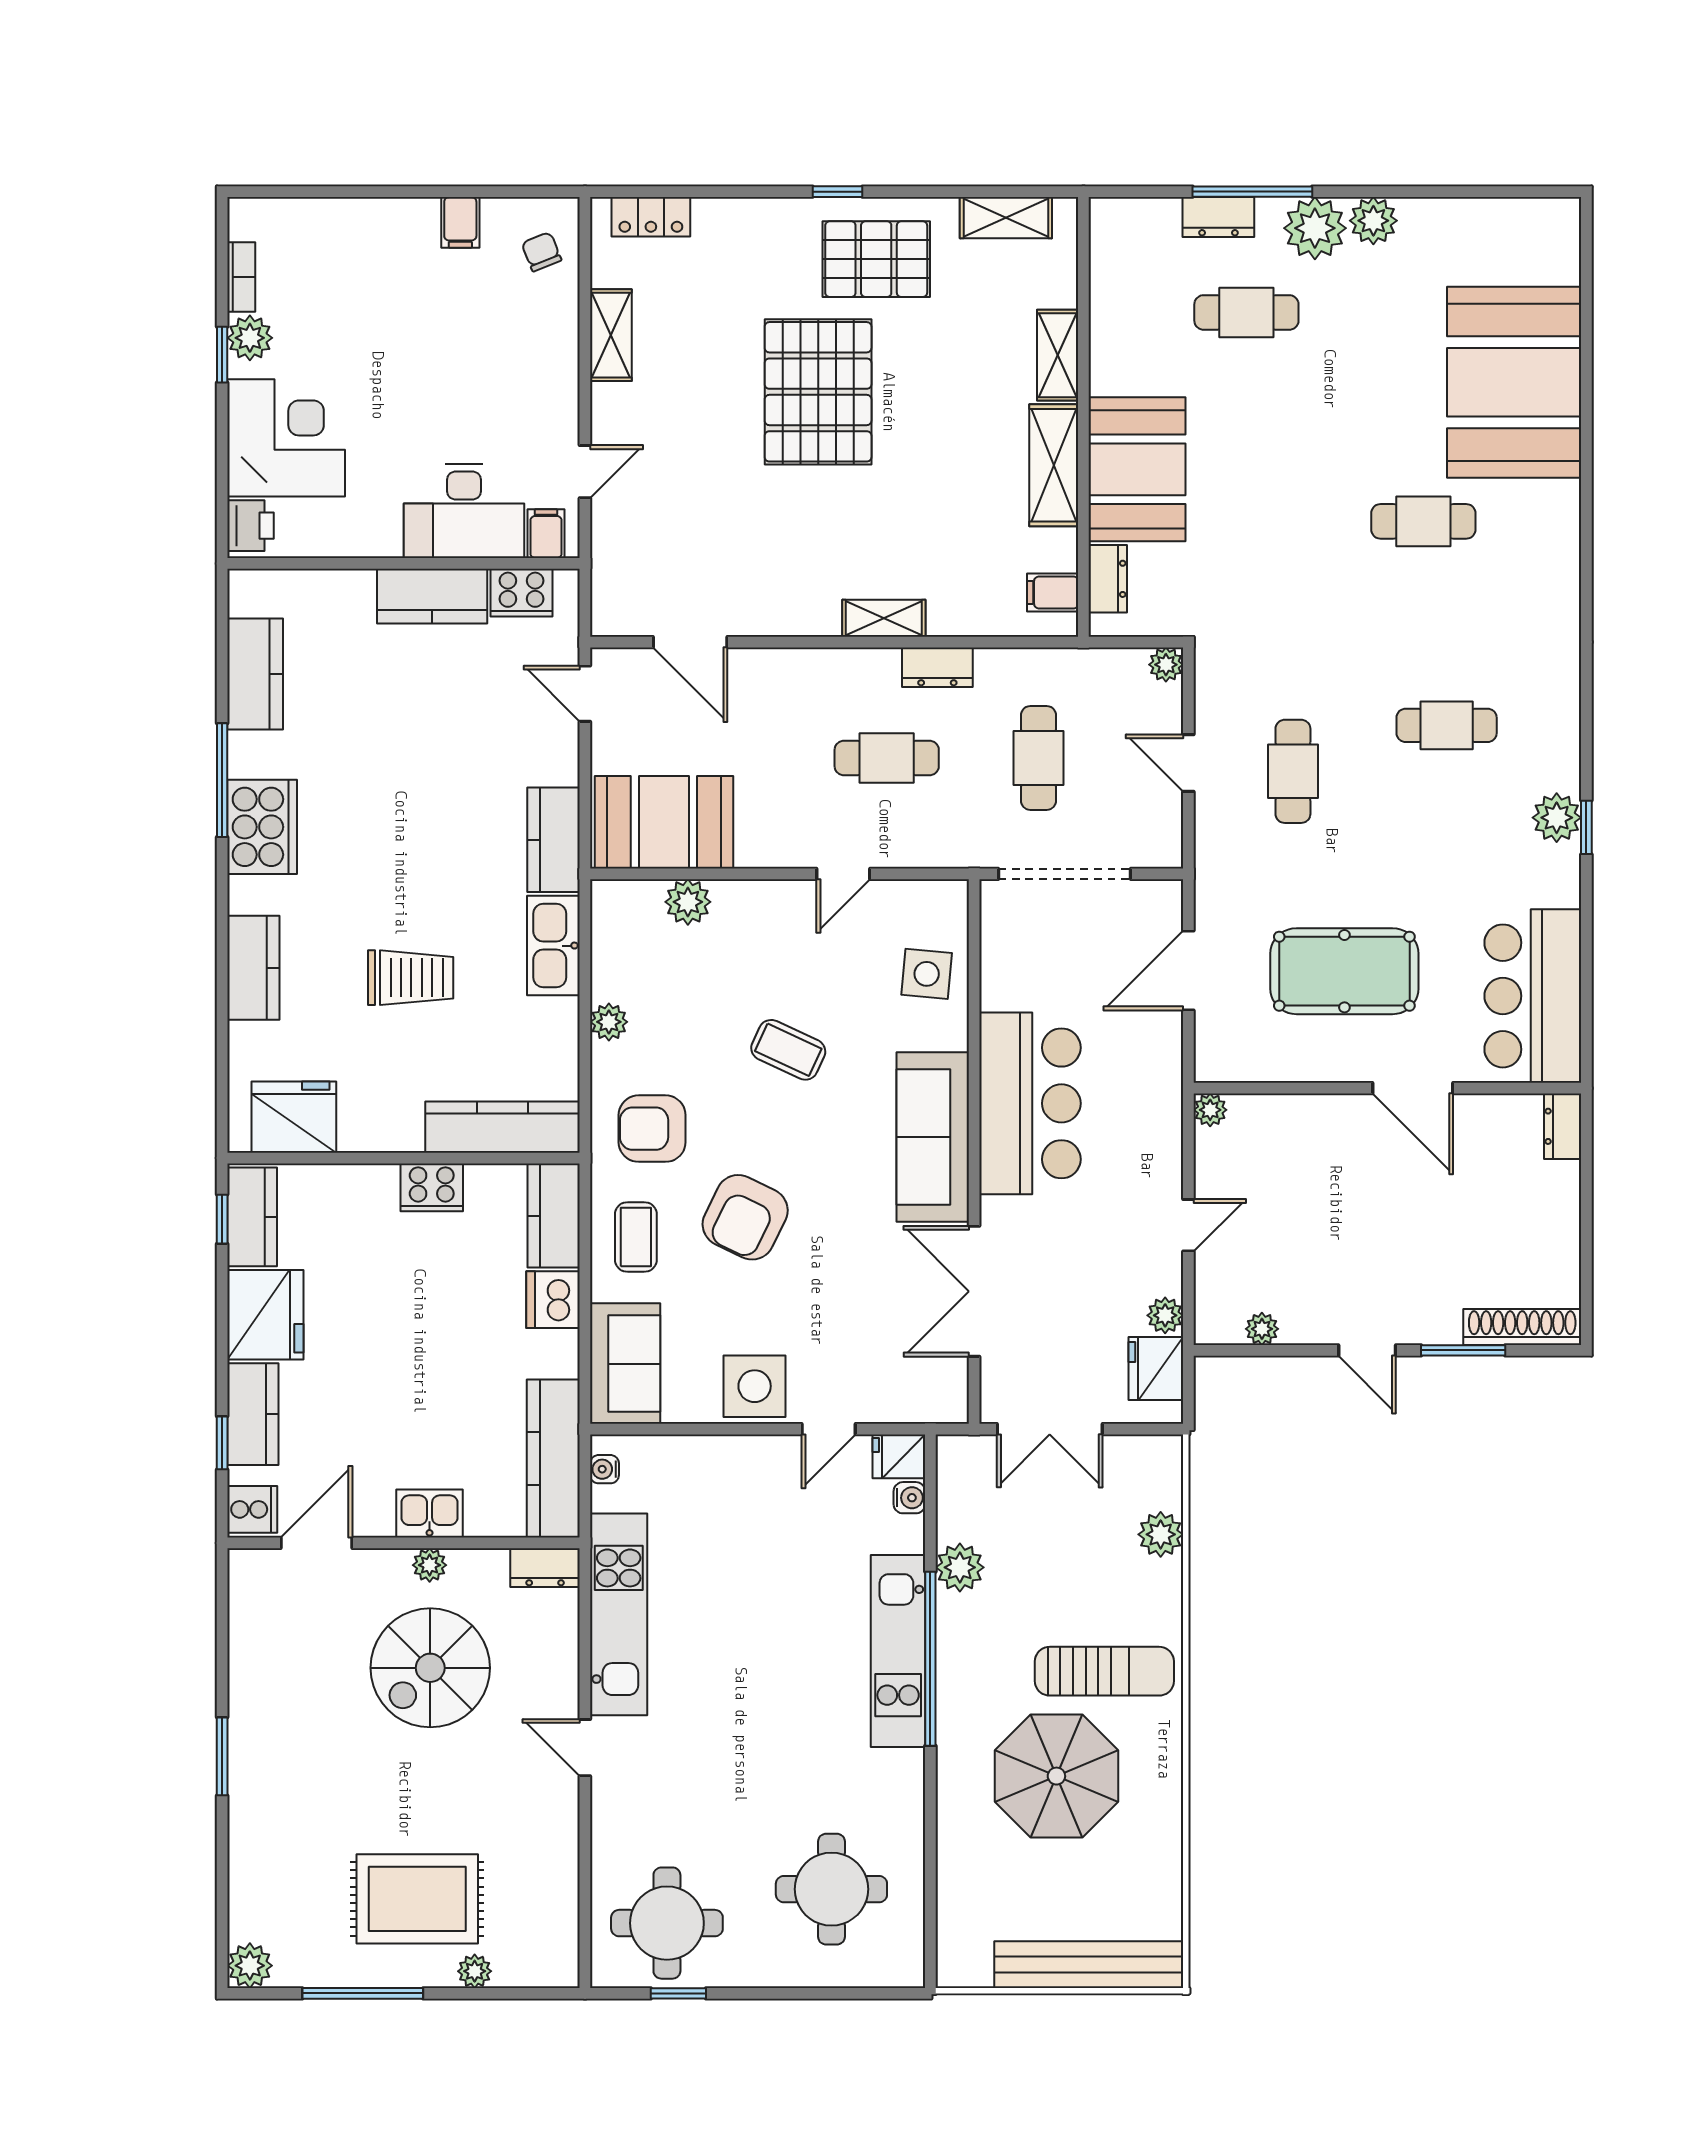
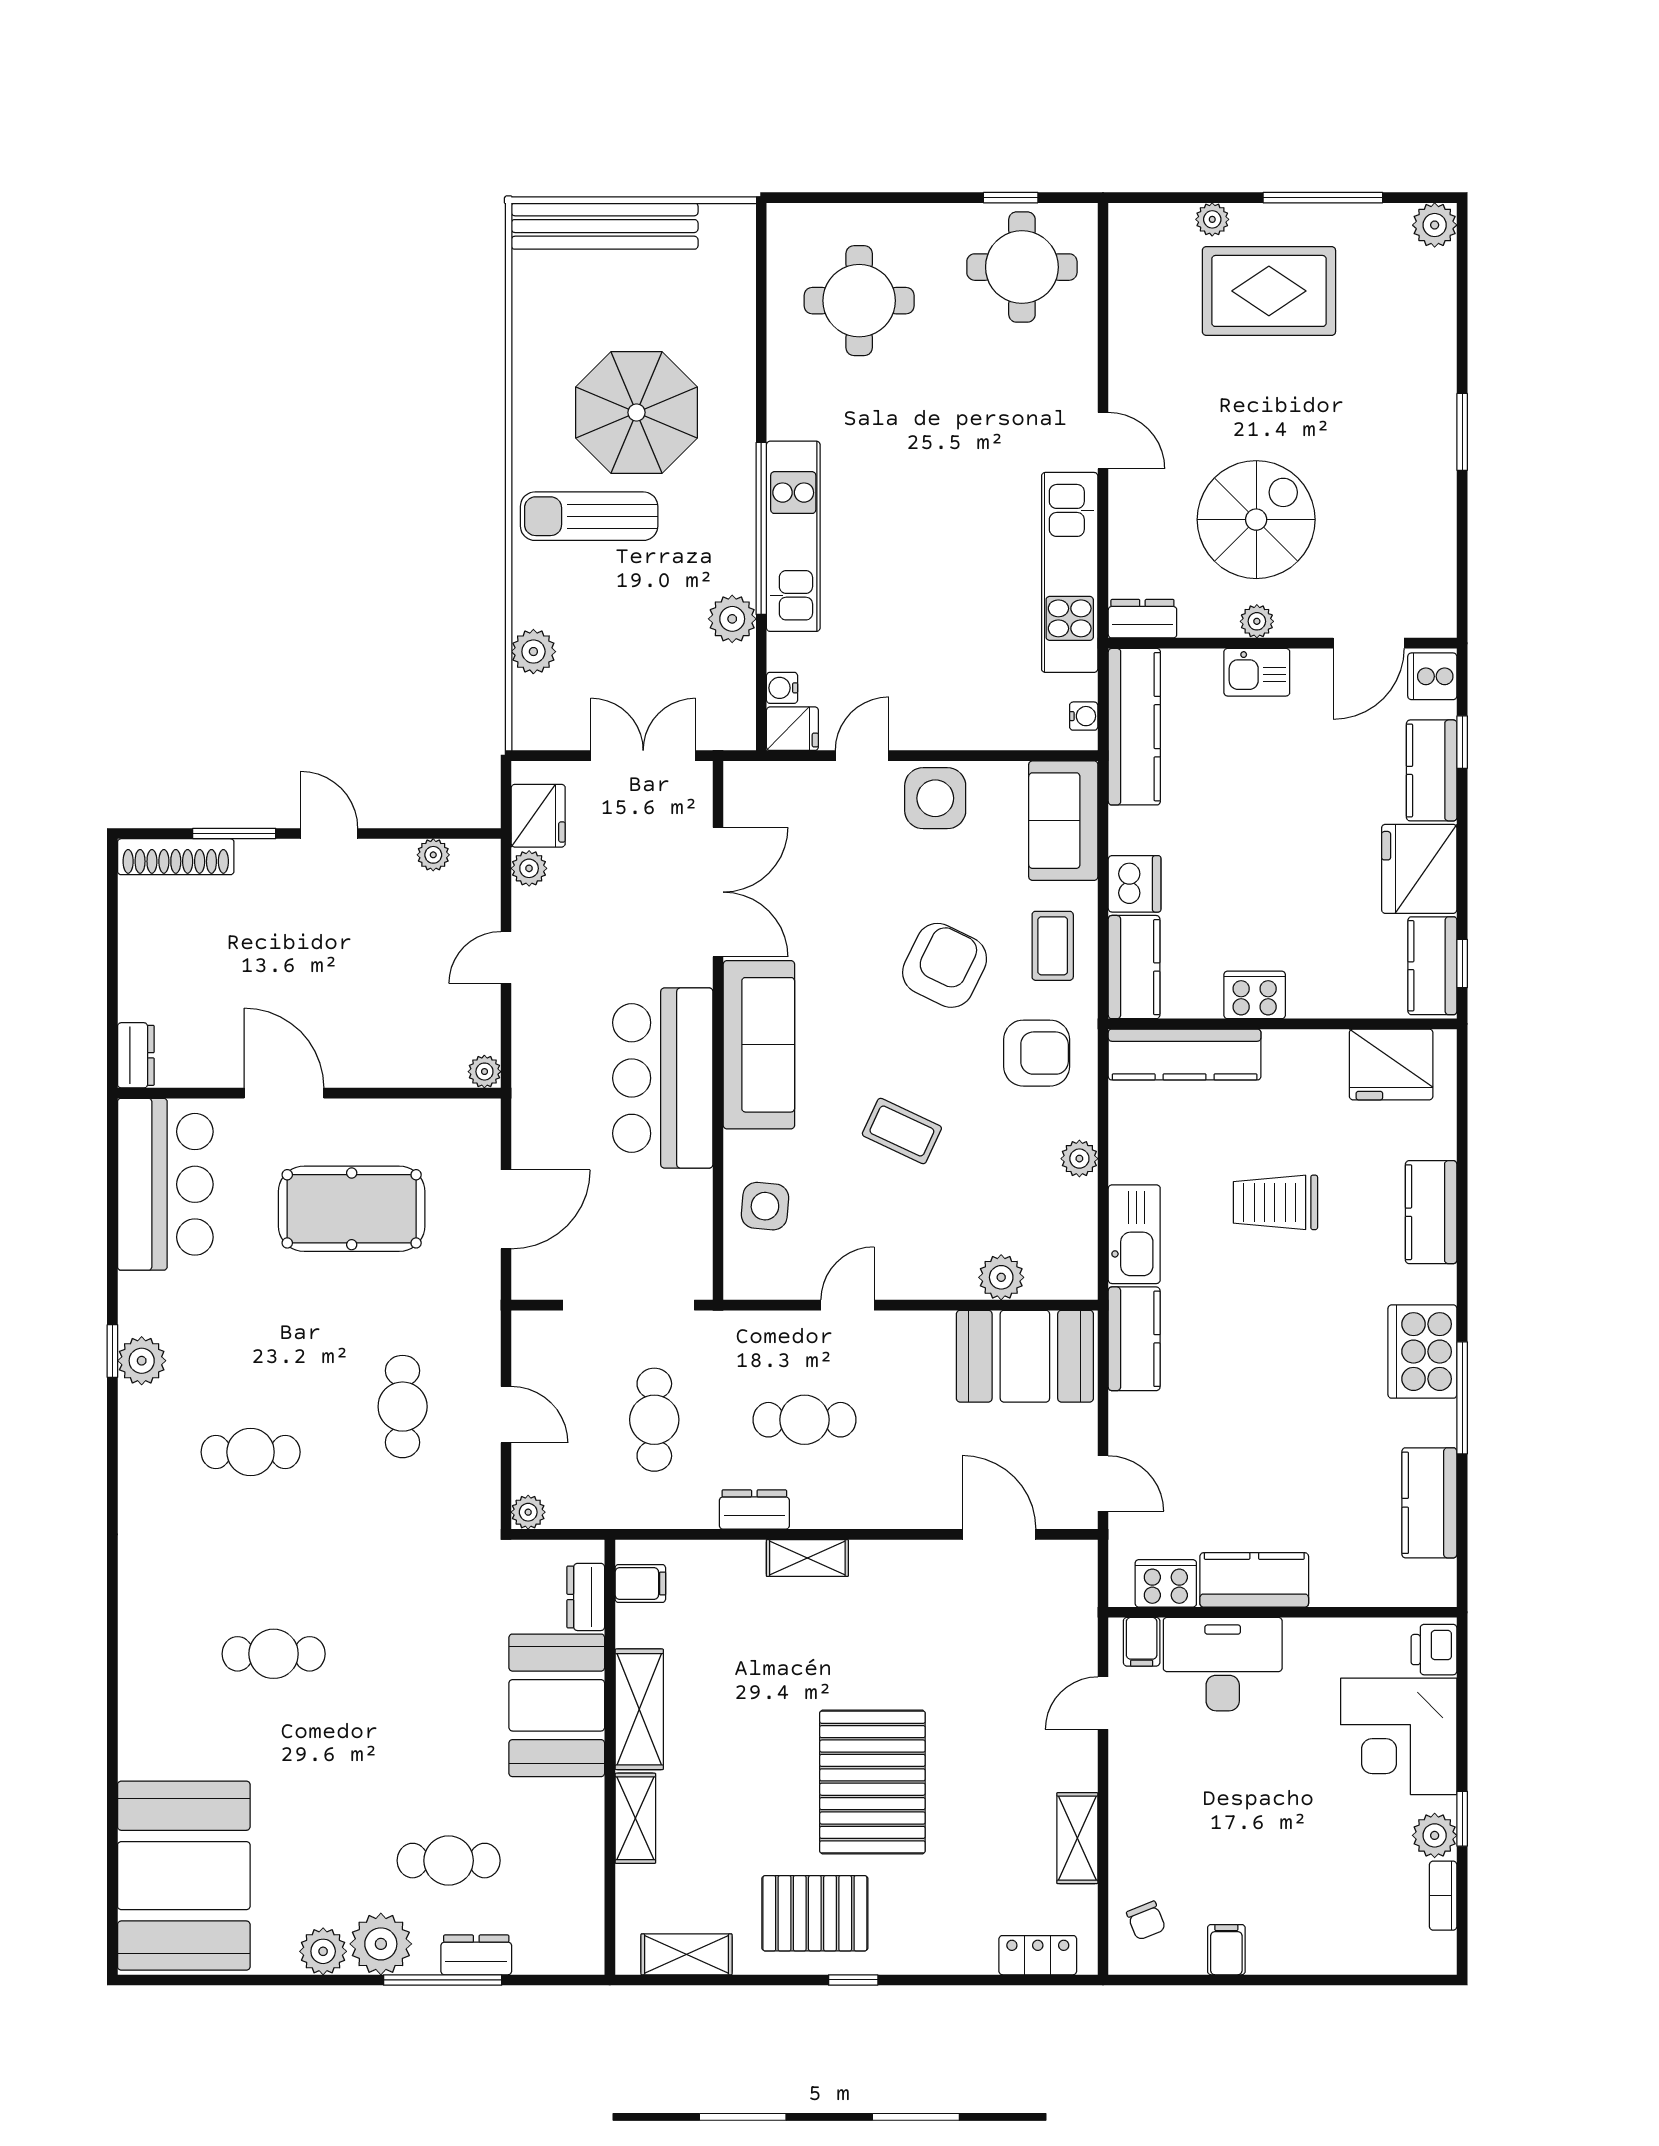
booth: (1514, 382) -> (184, 1876), moved

